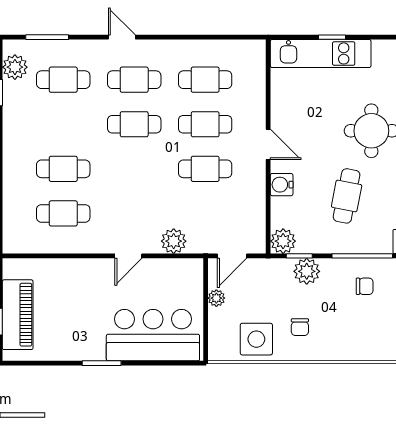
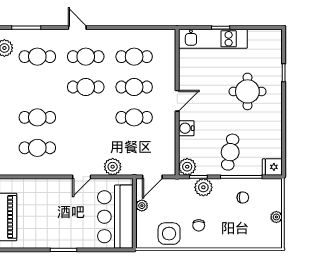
door: (268, 144) -> (177, 101), hinge flipped
cafe table: (347, 196) -> (230, 152), moved
bar counter: (153, 335) -> (115, 217), moved, turned -90

